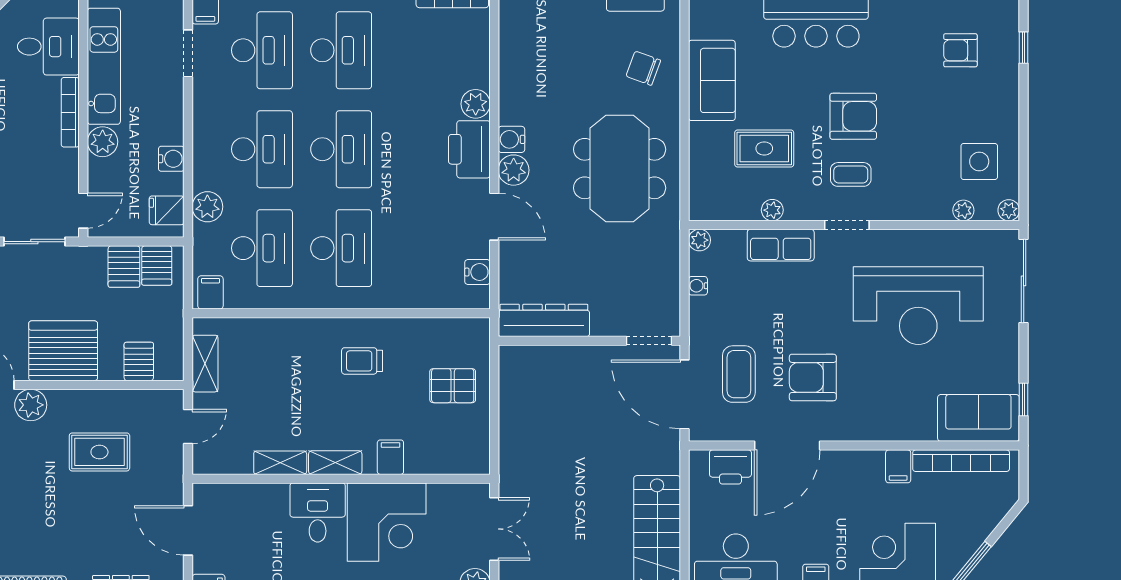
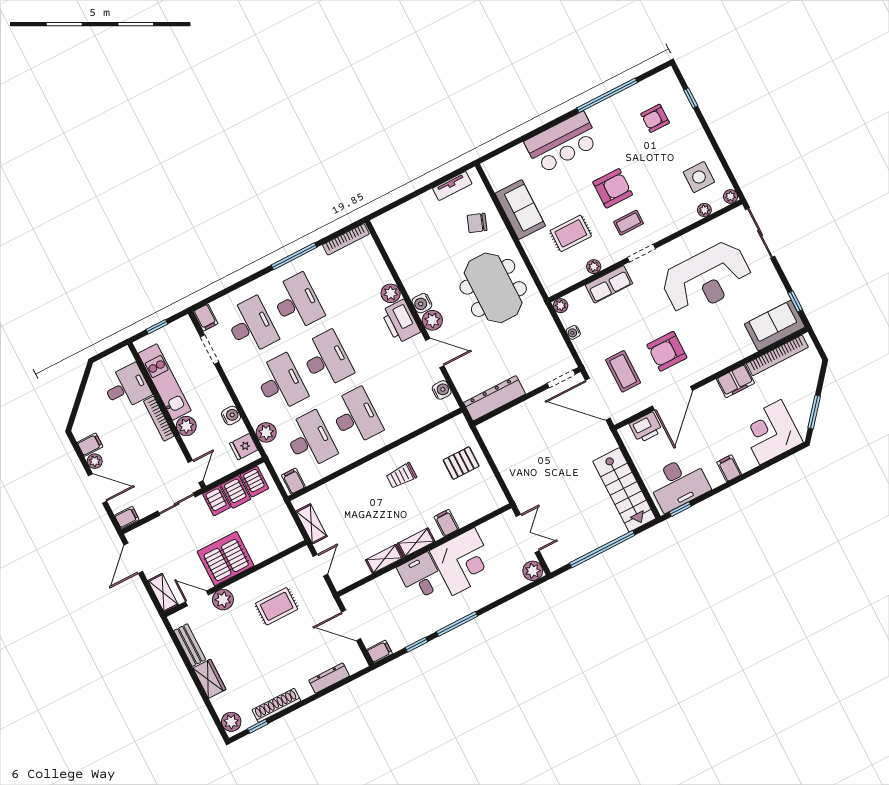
server rack: (139, 361) -> (216, 501), moved, turned 180
filing cabinet: (898, 466) -> (735, 381), width x2.00

